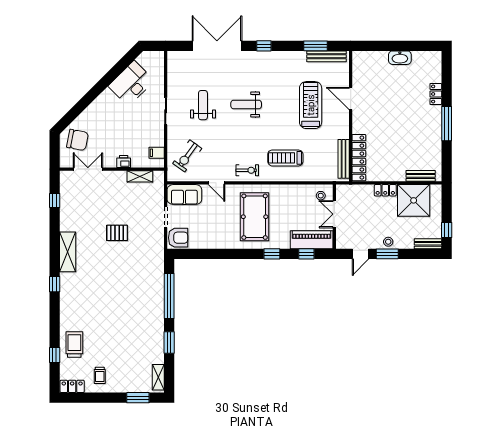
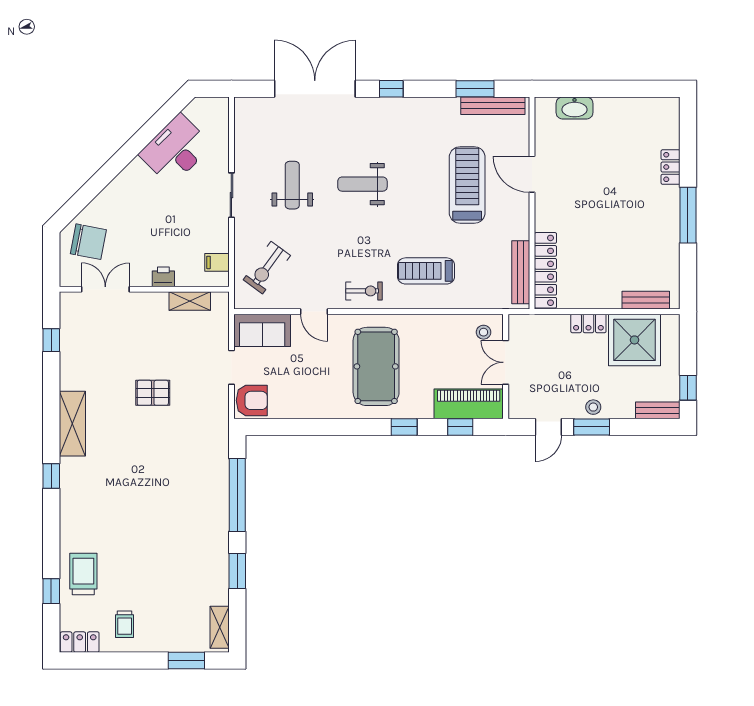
washbasin: (400, 58) -> (575, 108), moved

